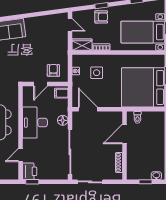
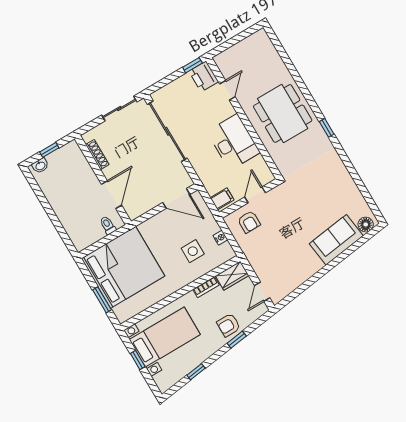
door: (70, 25) -> (262, 292), hinge flipped
floor lamp: (63, 120) -> (200, 166), removed

